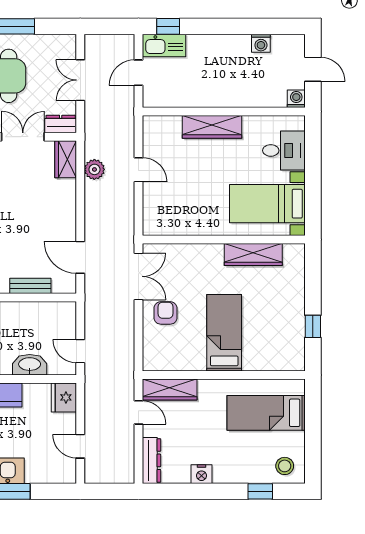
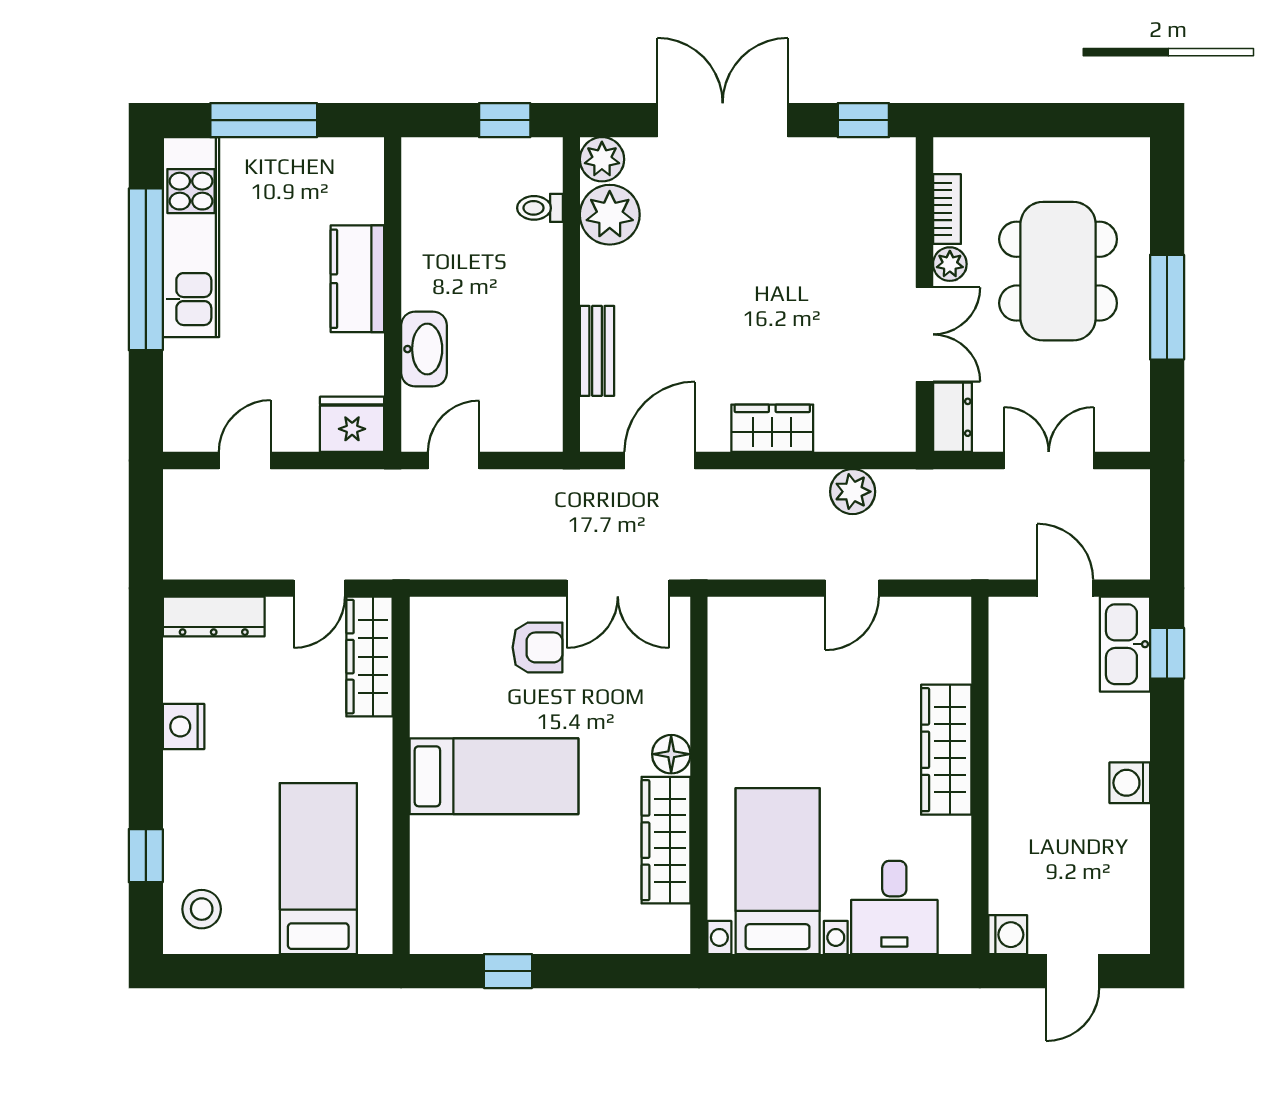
washing machine: (261, 43) -> (1130, 783), moved
wardrobe: (66, 159) -> (772, 428), moved
floor lamp: (214, 252) -> (671, 754), added

